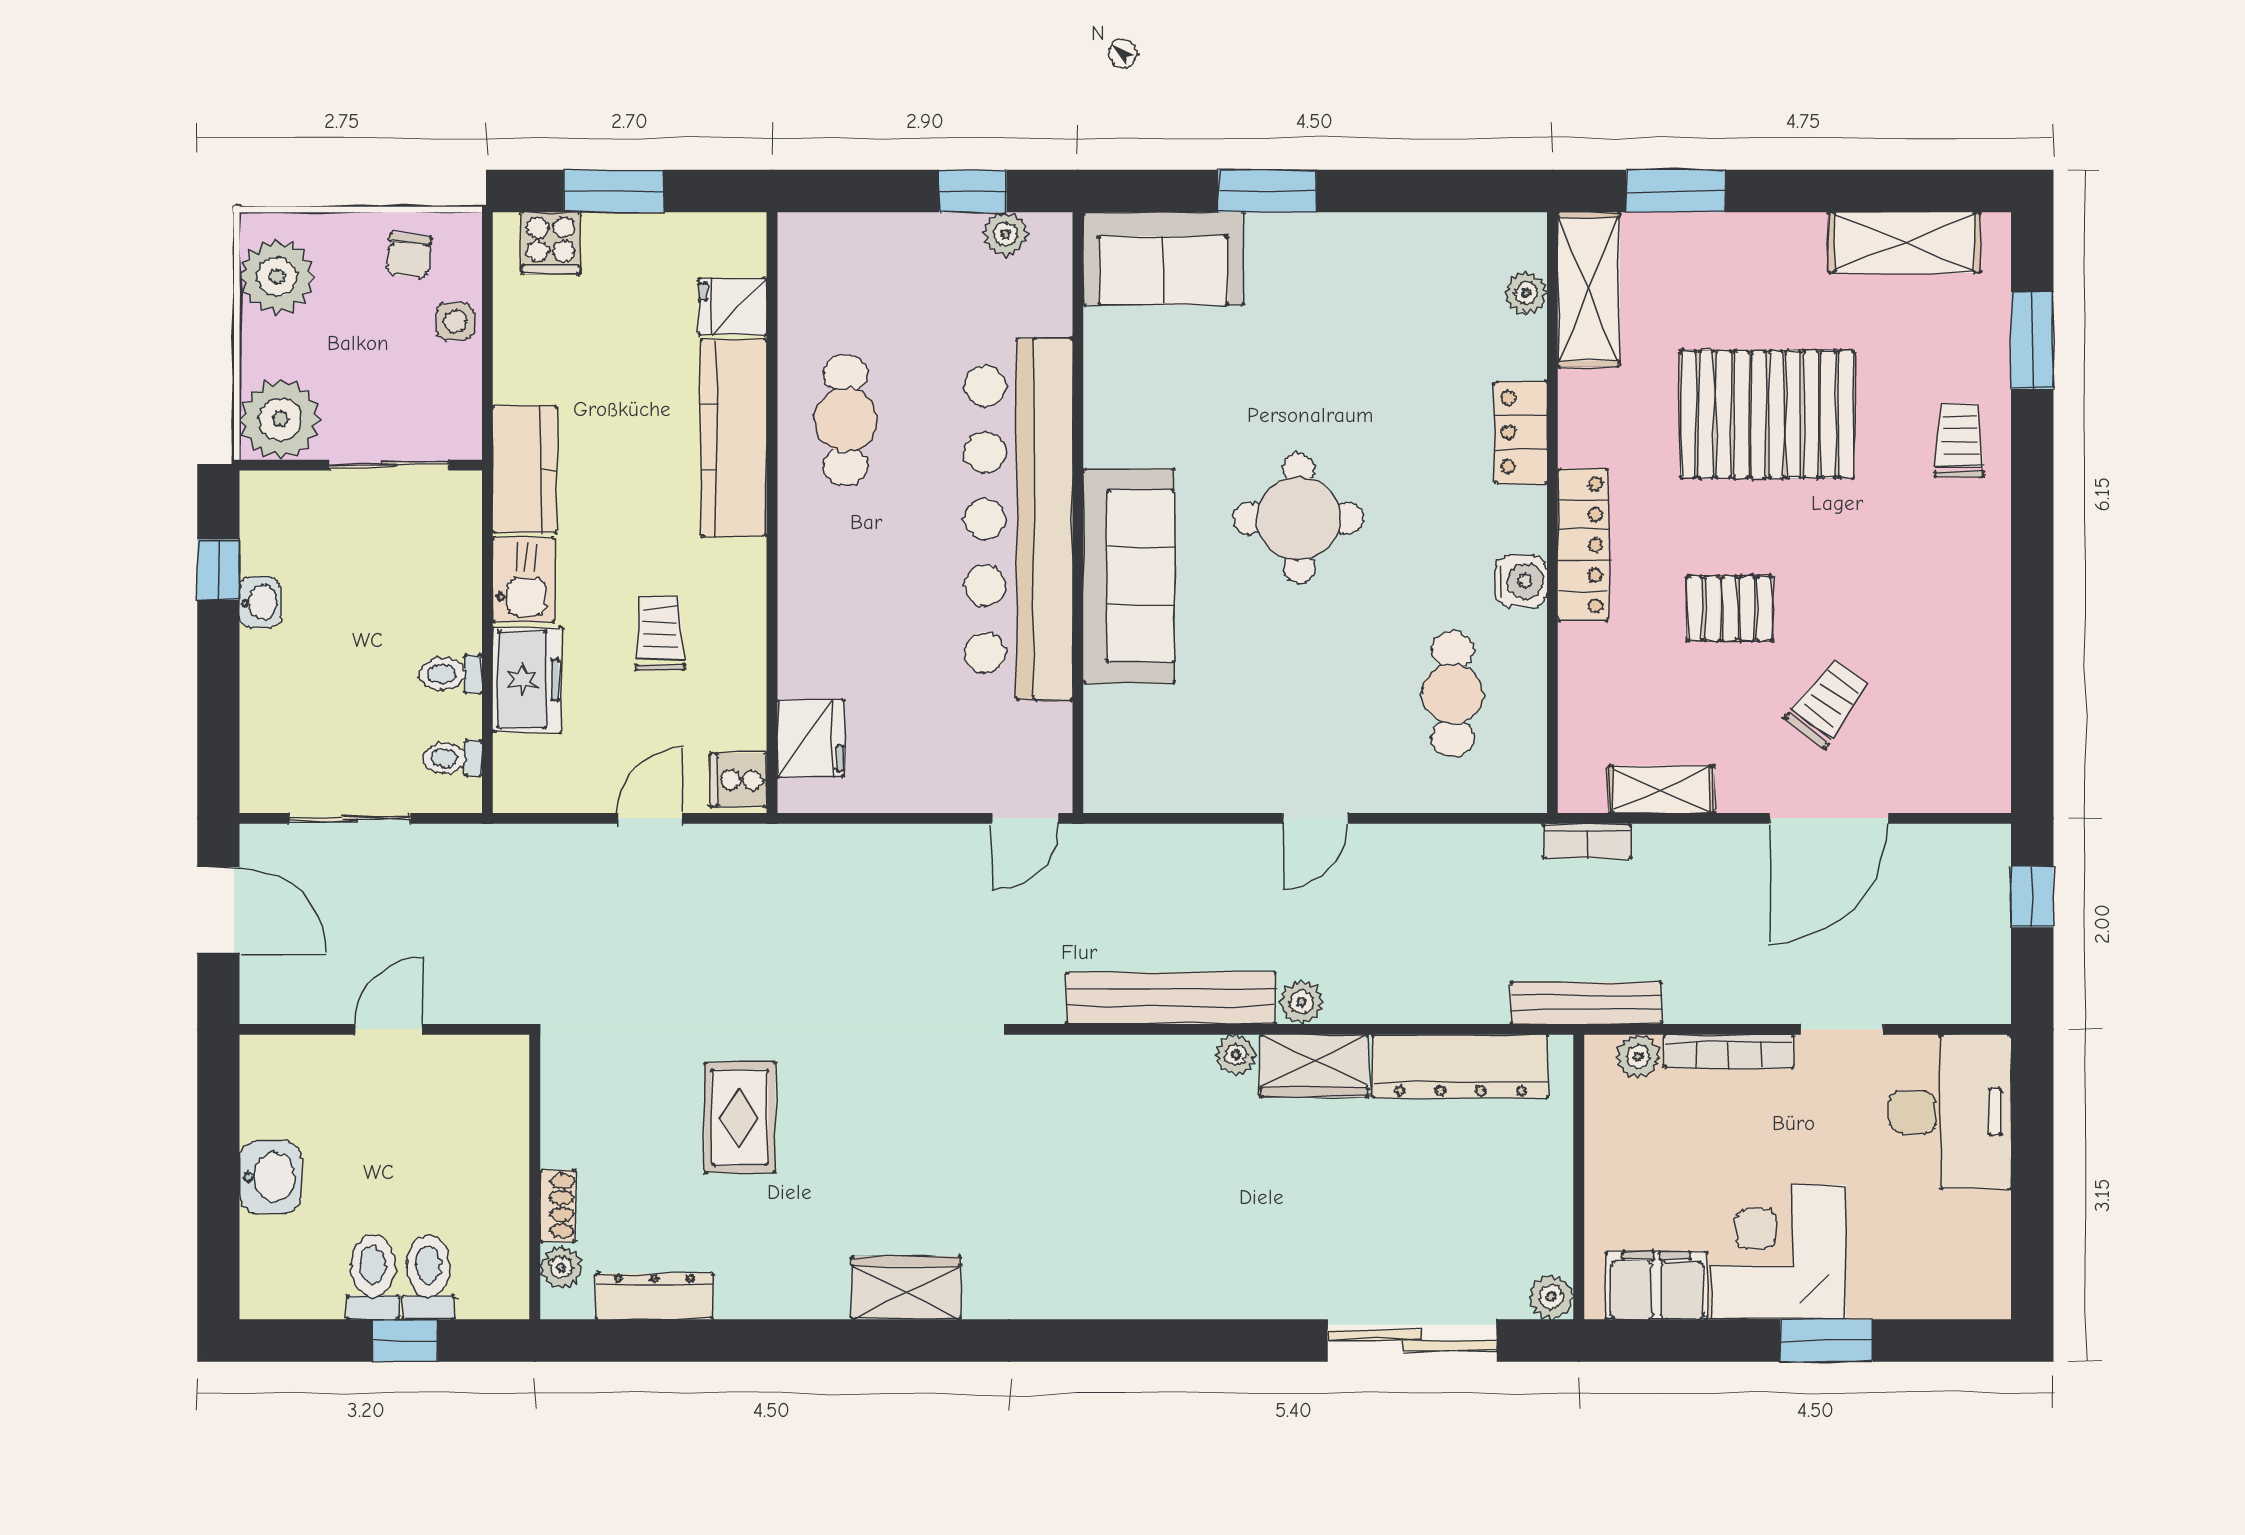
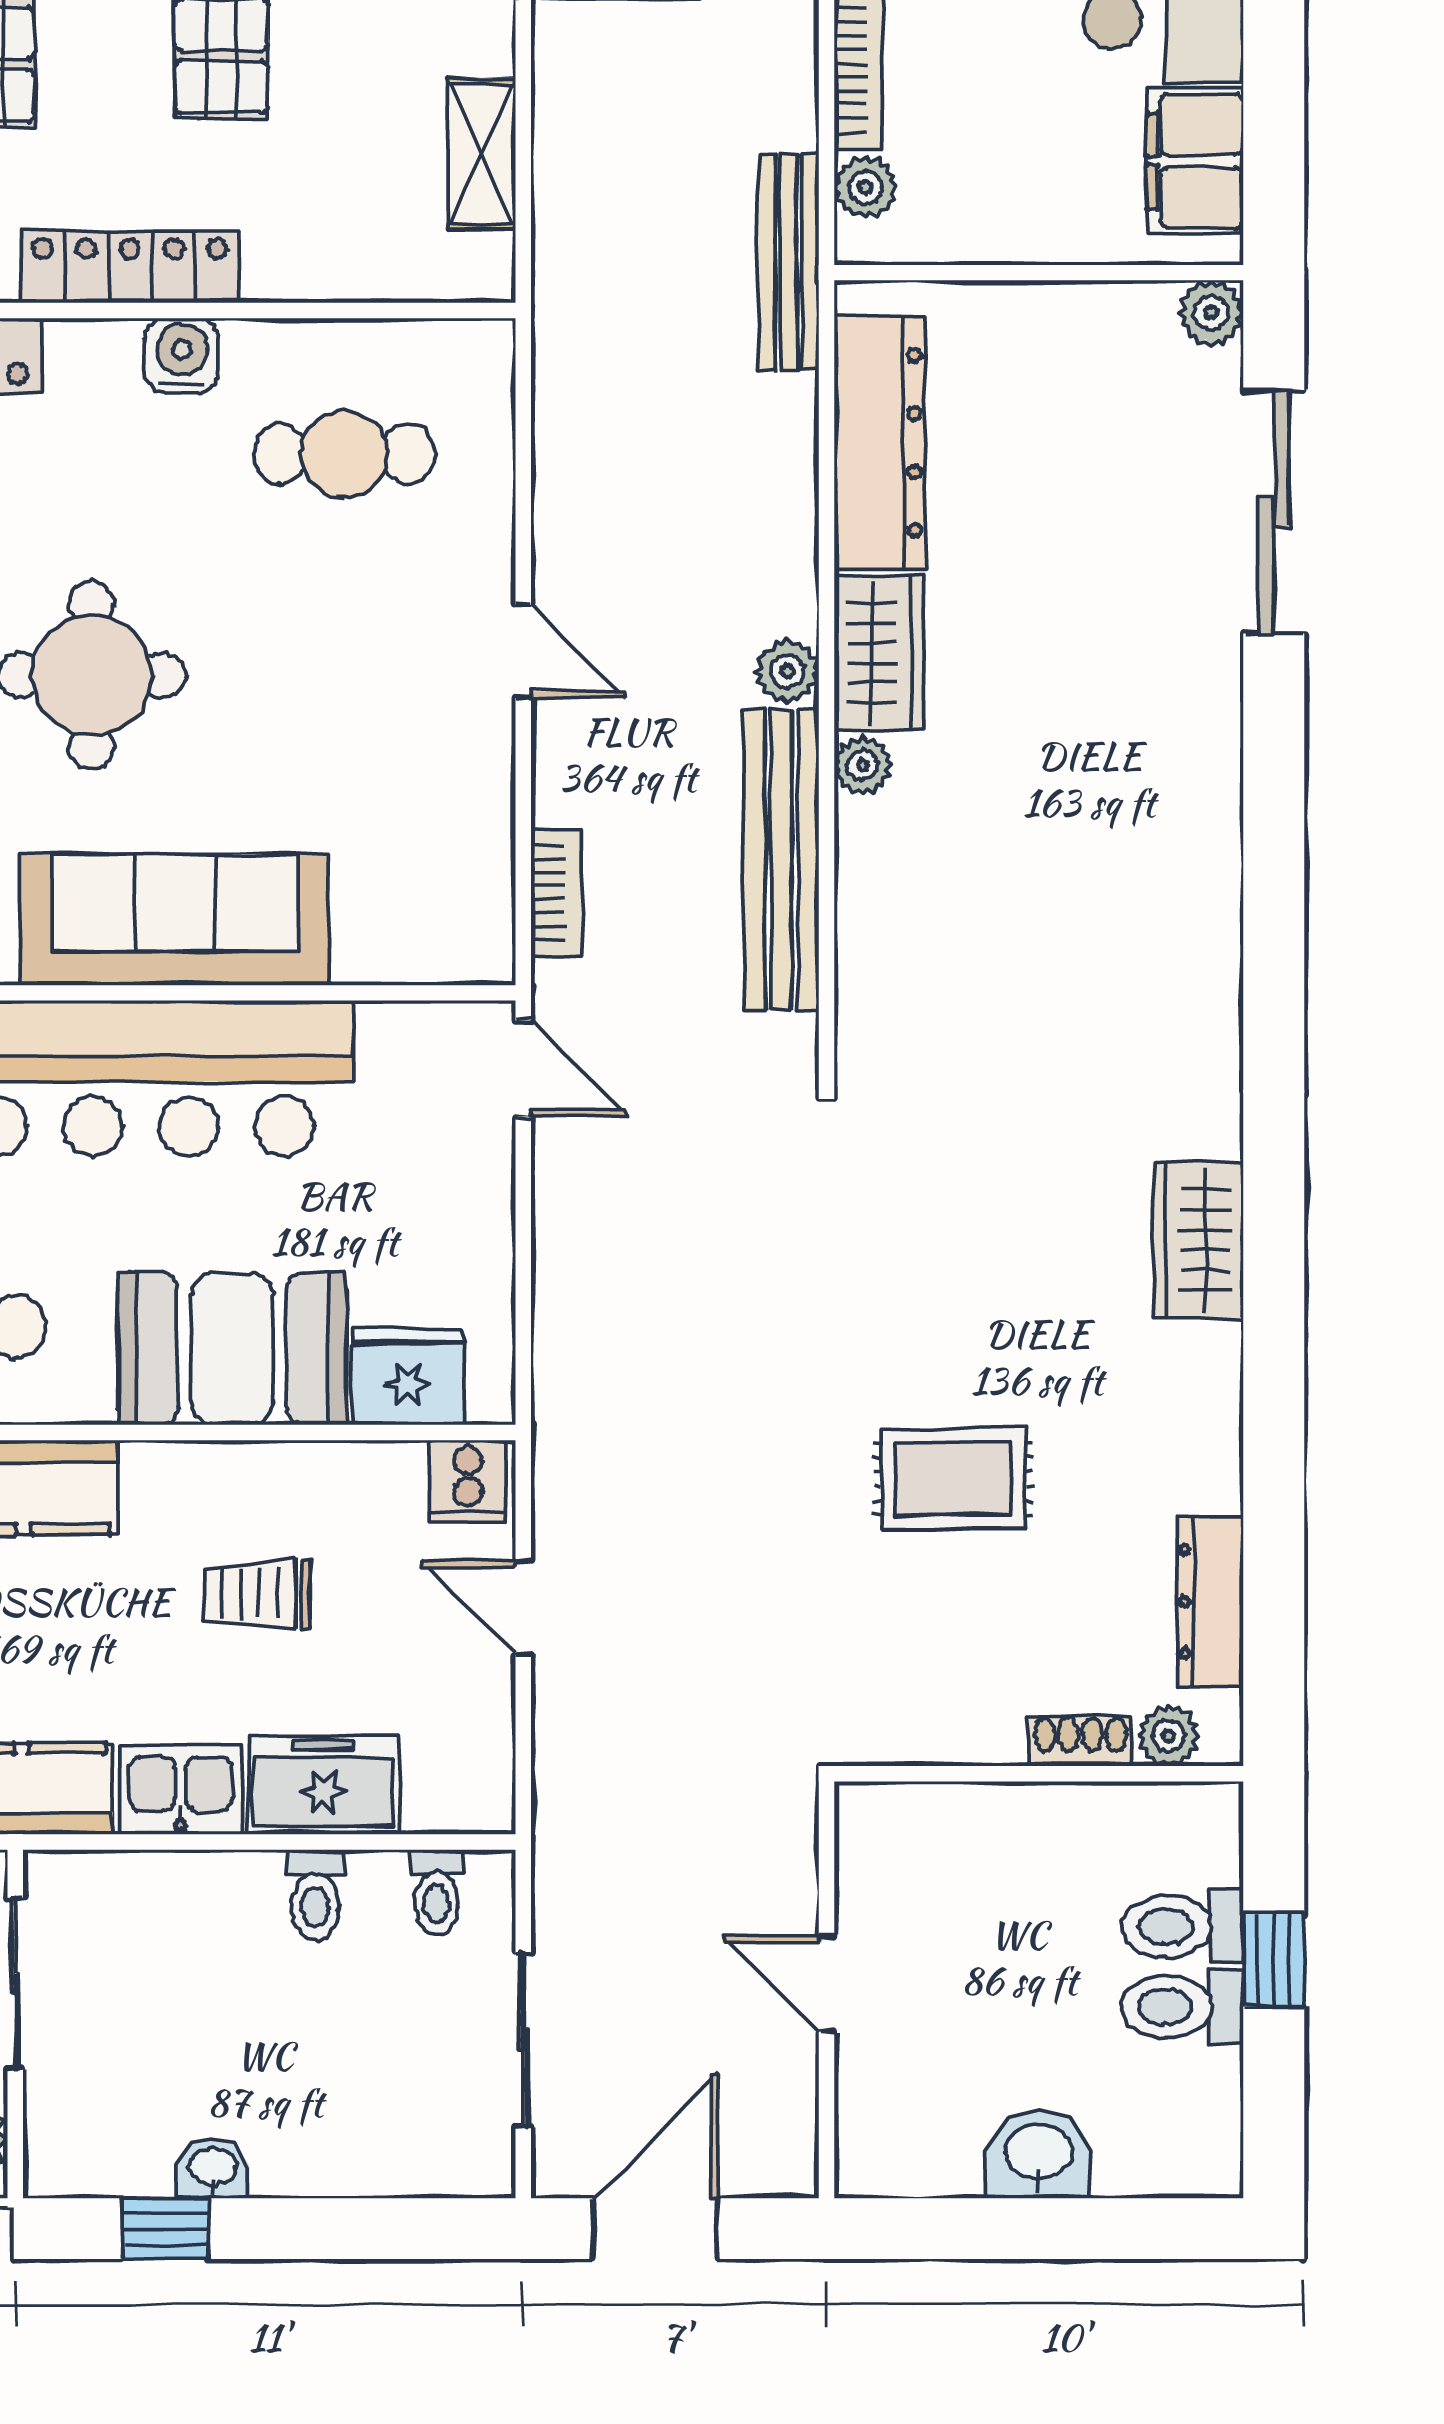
booth: (830, 616) -> (232, 1349), added
bookcase: (1587, 841) -> (556, 893), moved

